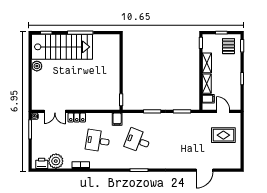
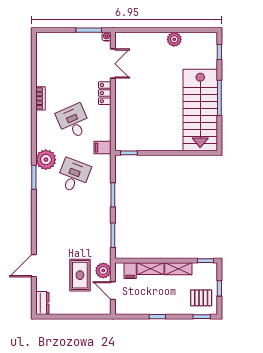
stairs: (62, 47) -> (200, 110), moved
double door: (55, 111) -> (113, 64), swing flipped
door: (223, 111) -> (113, 291), swing flipped
plant: (208, 119) -> (103, 271), added
rug: (223, 135) -> (80, 275), moved
desk: (98, 141) -> (73, 122), turned -33
plant: (56, 161) -> (46, 160), moved
printer: (42, 163) -> (43, 46), removed
dresser: (232, 164) -> (42, 303), added
door: (205, 170) -> (34, 266), hinge flipped

